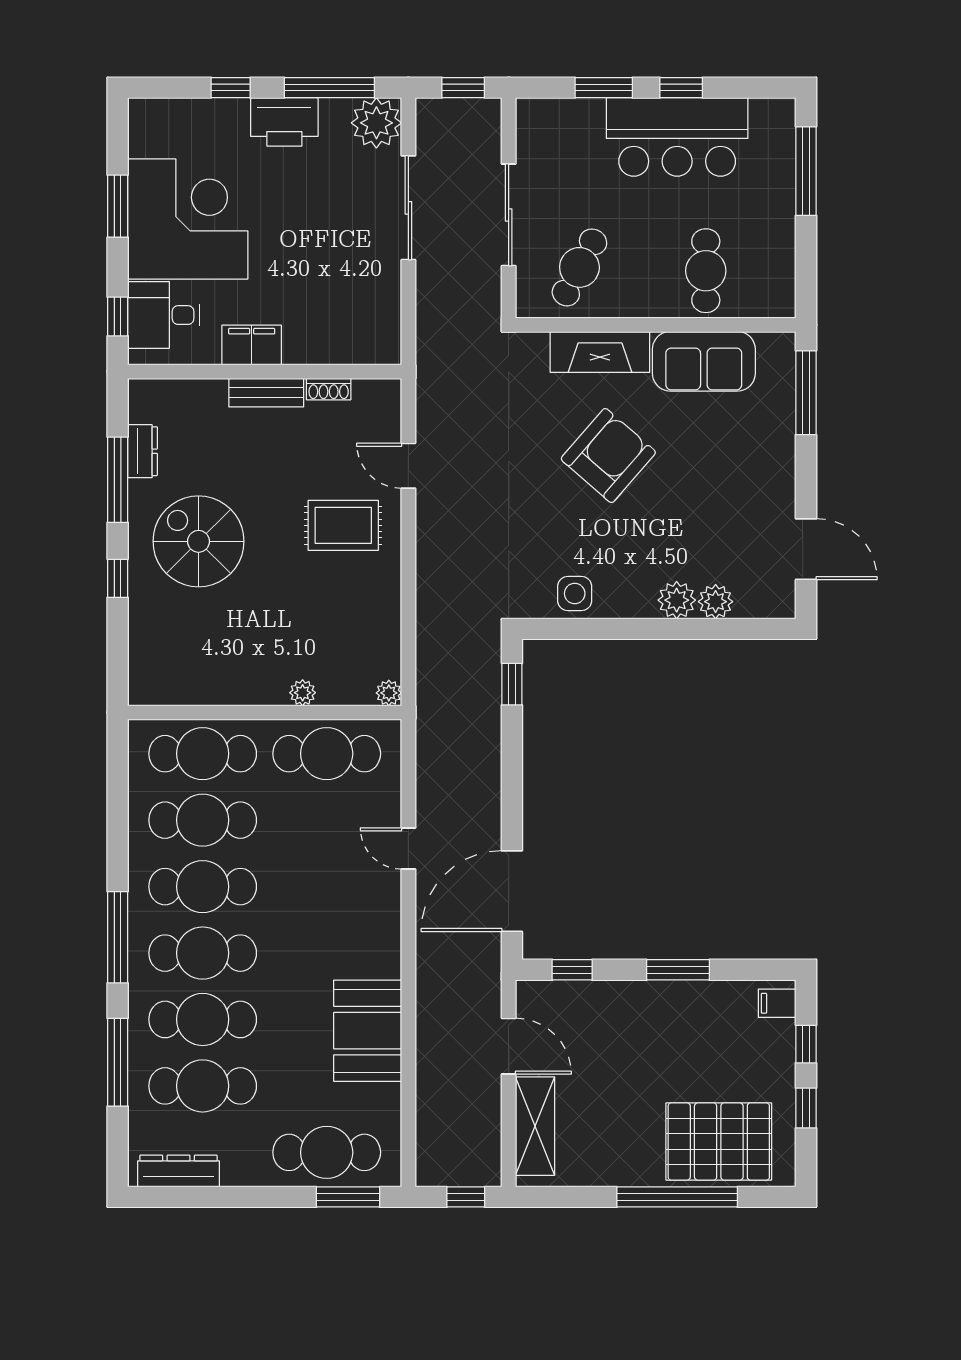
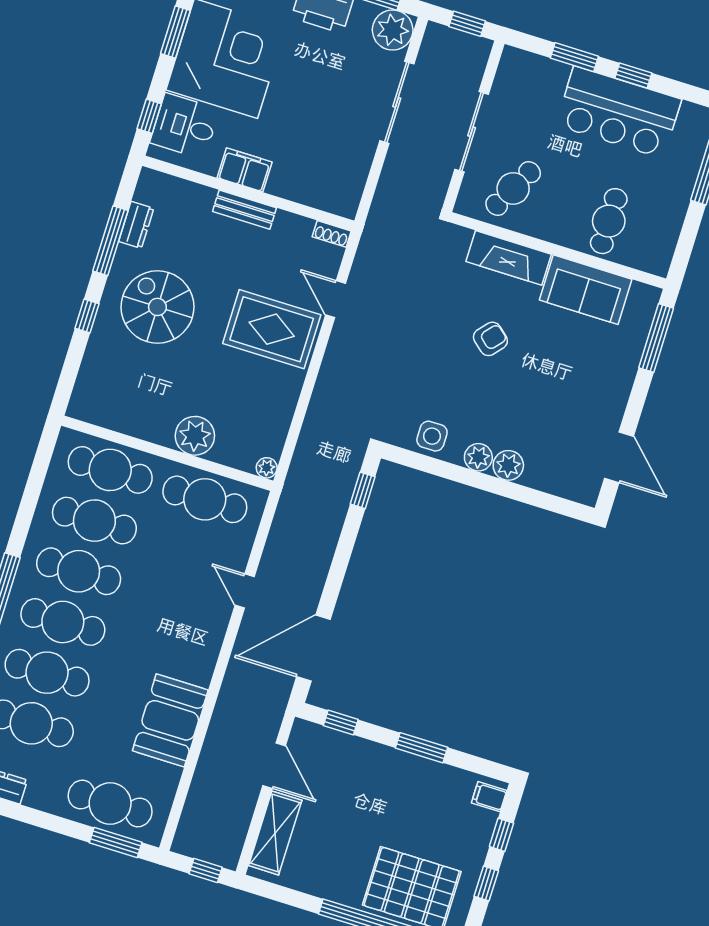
shoe rack: (329, 389) -> (332, 234), moved
armchair: (608, 456) -> (490, 339), width x0.53, depth x0.53
rug: (343, 525) -> (272, 329), width x1.36, depth x1.43
plant: (716, 602) -> (478, 457), moved
plant: (303, 693) -> (195, 436), width x1.88, depth x1.88

